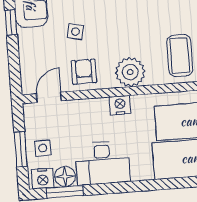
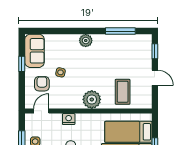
armchair: (84, 72) -> (42, 84), moved
nightstand: (120, 105) -> (69, 119), moved

